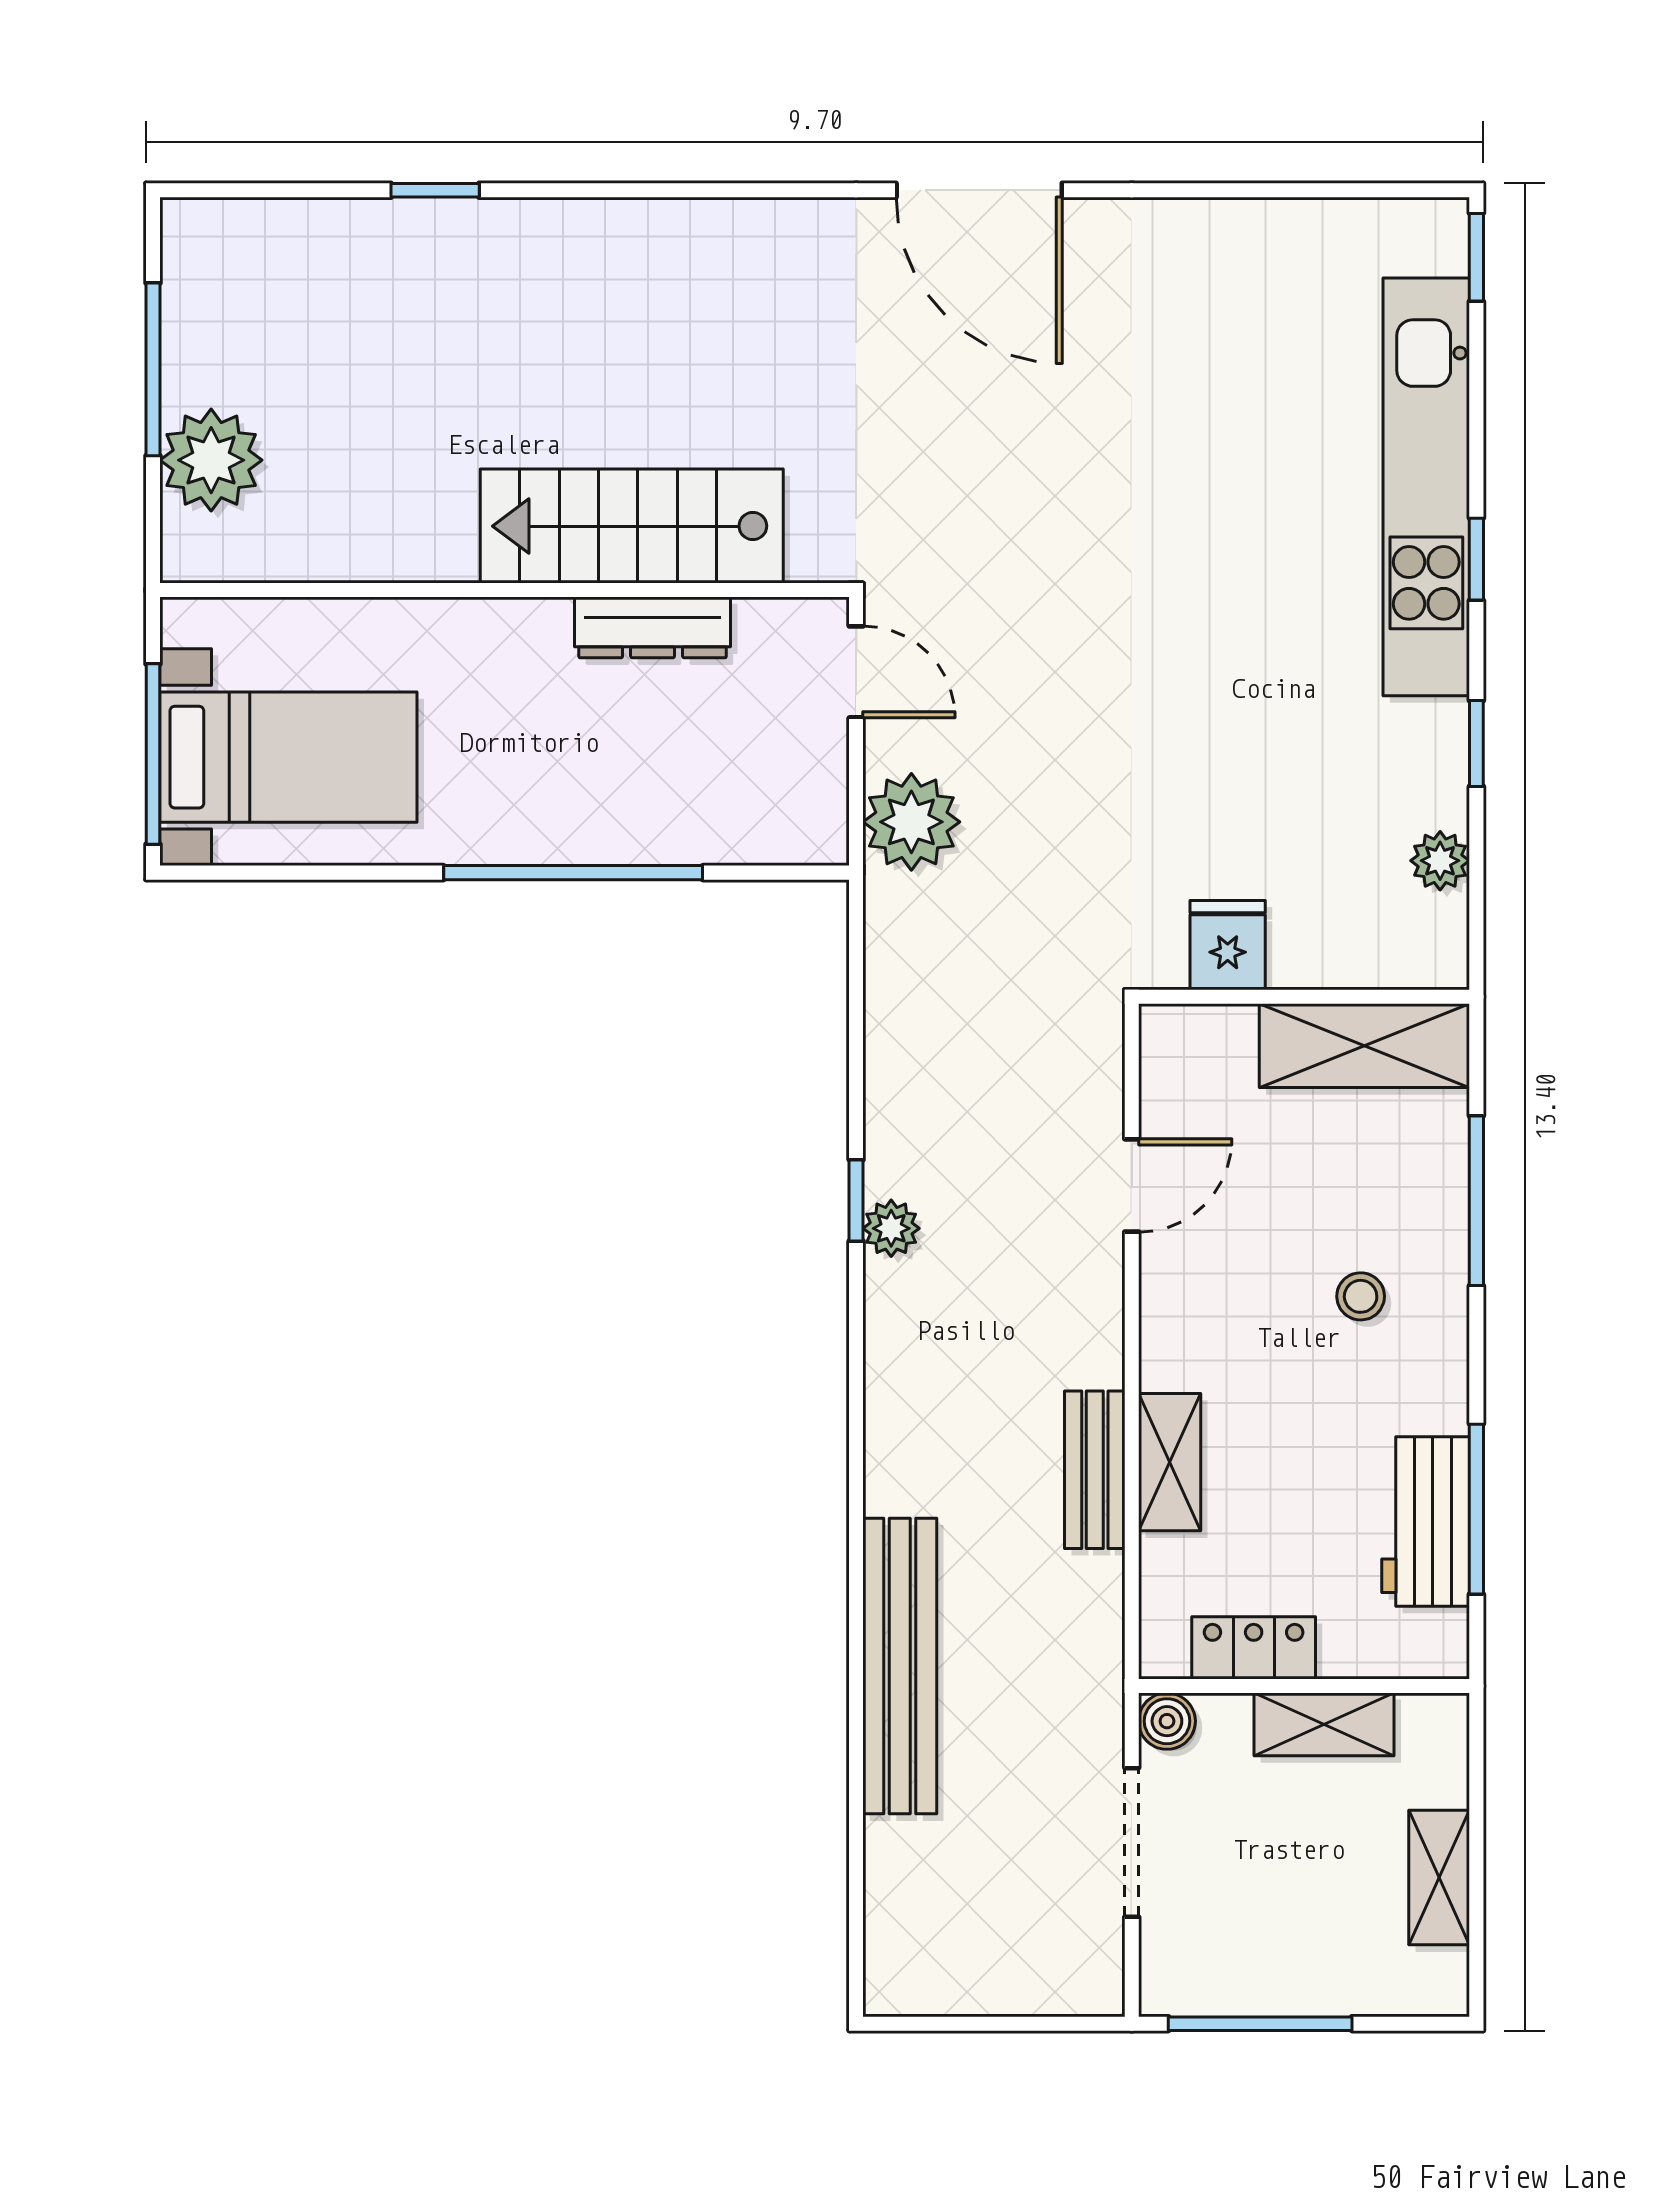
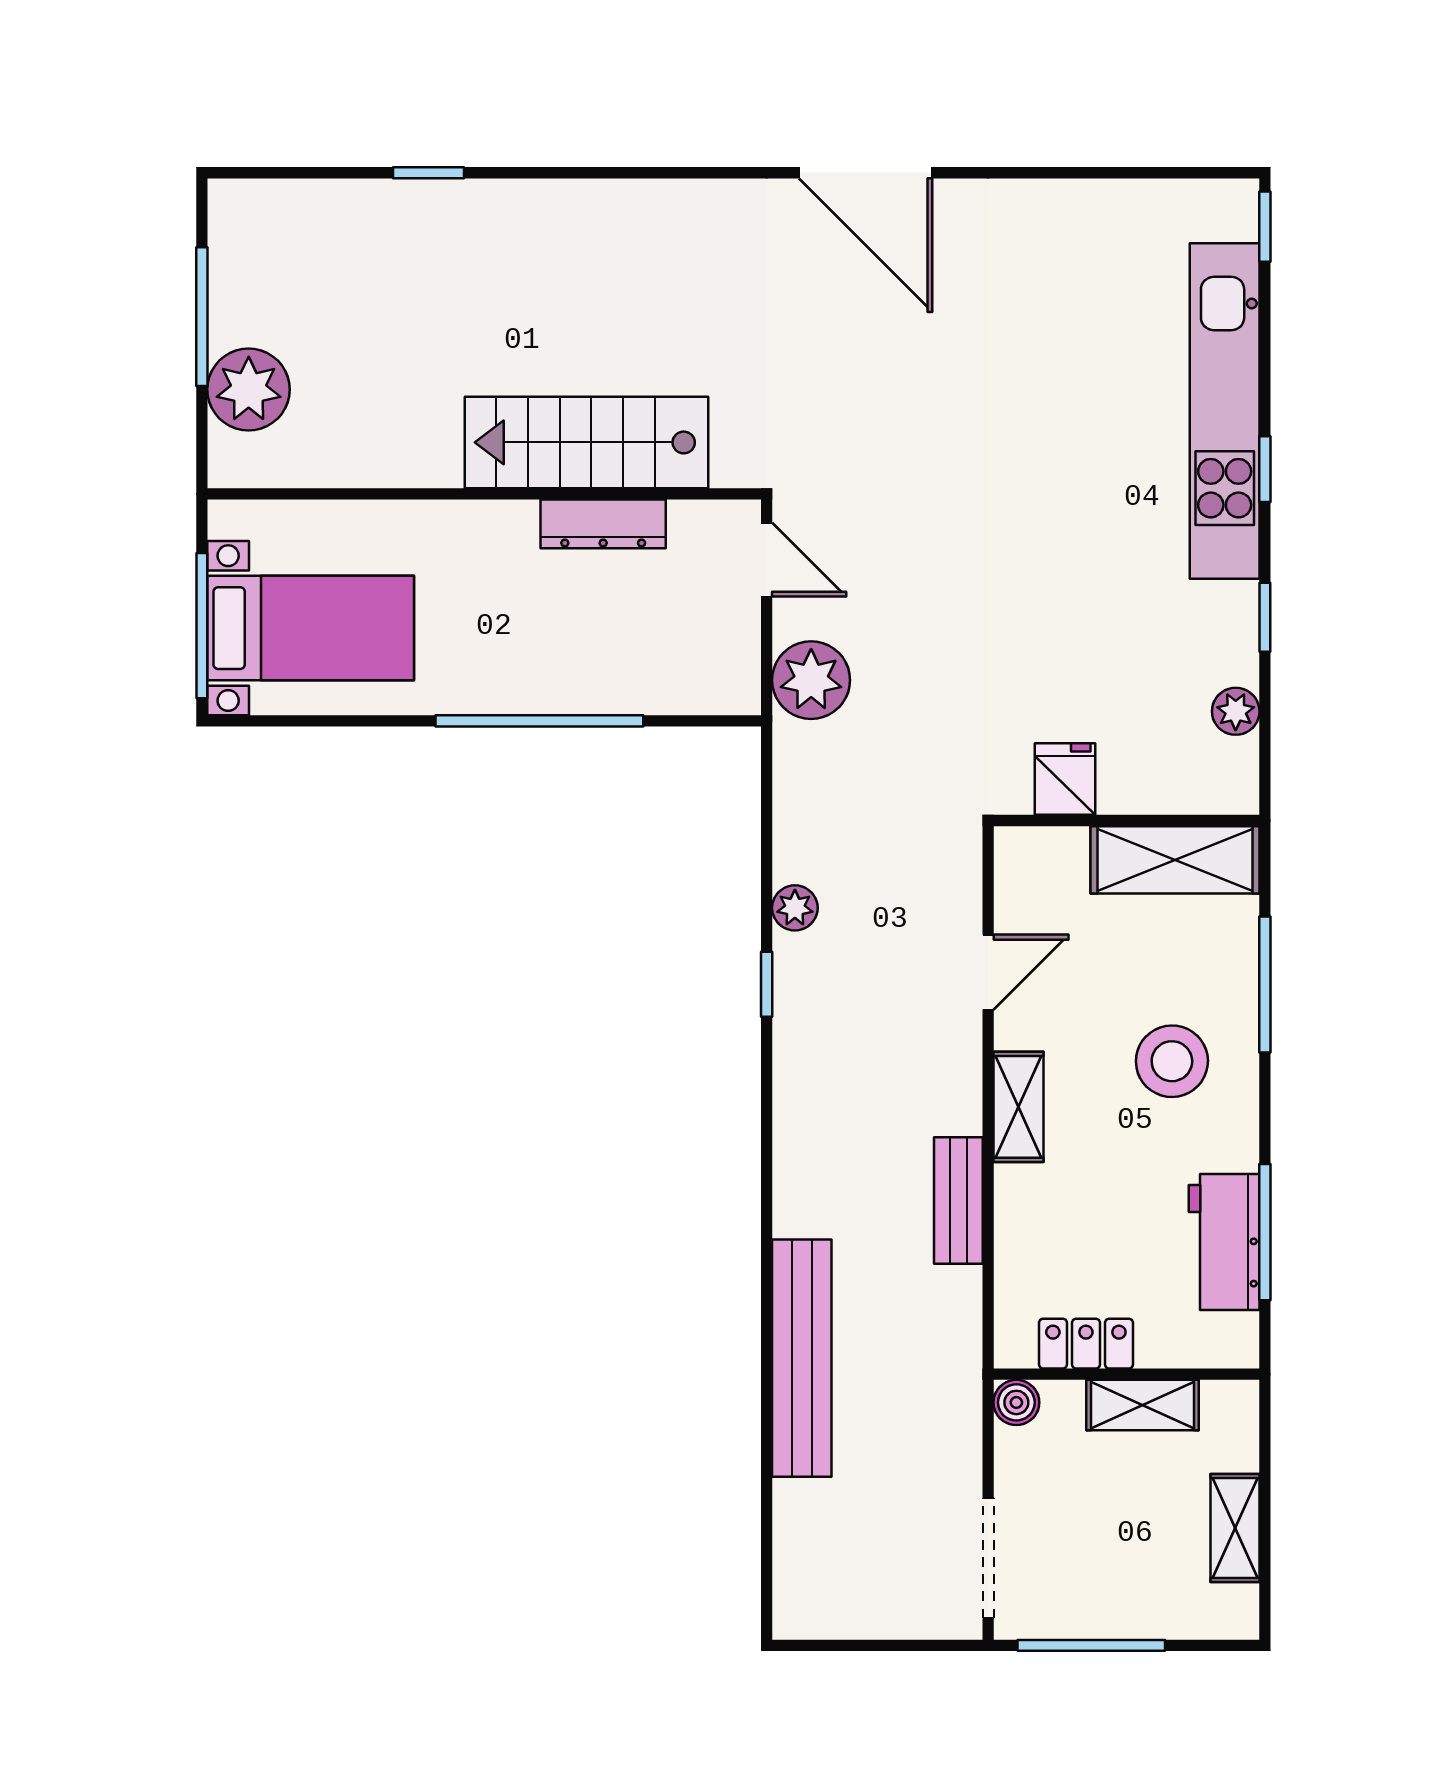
plant: (891, 1228) -> (795, 908), moved
stool: (1361, 1296) -> (1172, 1061), width x1.89, depth x1.89
shelving: (1170, 1462) -> (1018, 1107), moved
doorway: (1132, 1842) -> (988, 1558), moved

